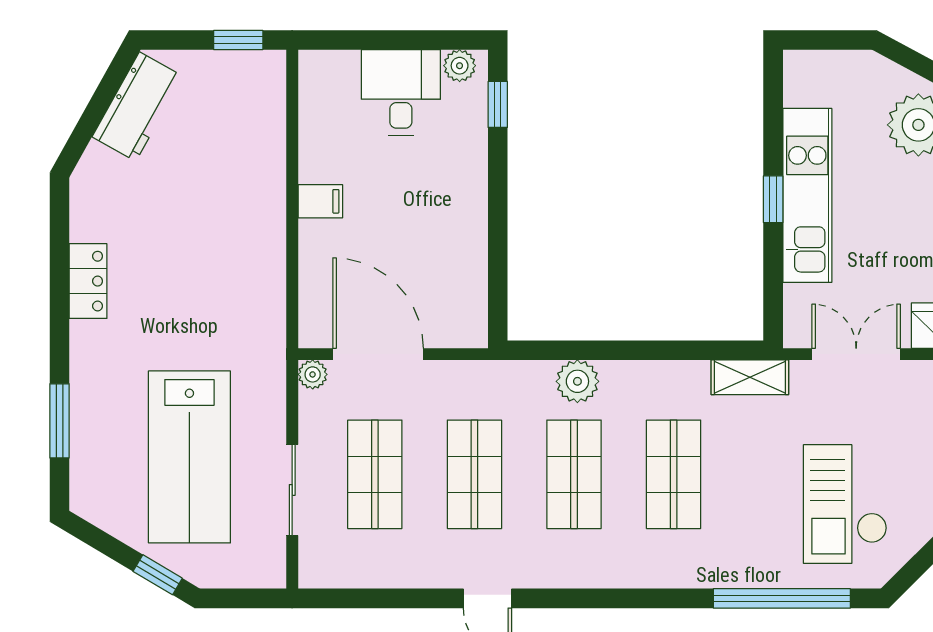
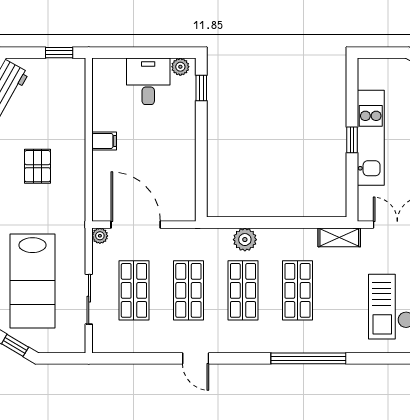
pallet: (199, 247) -> (37, 166), added
window: (782, 598) -> (308, 358), moved

